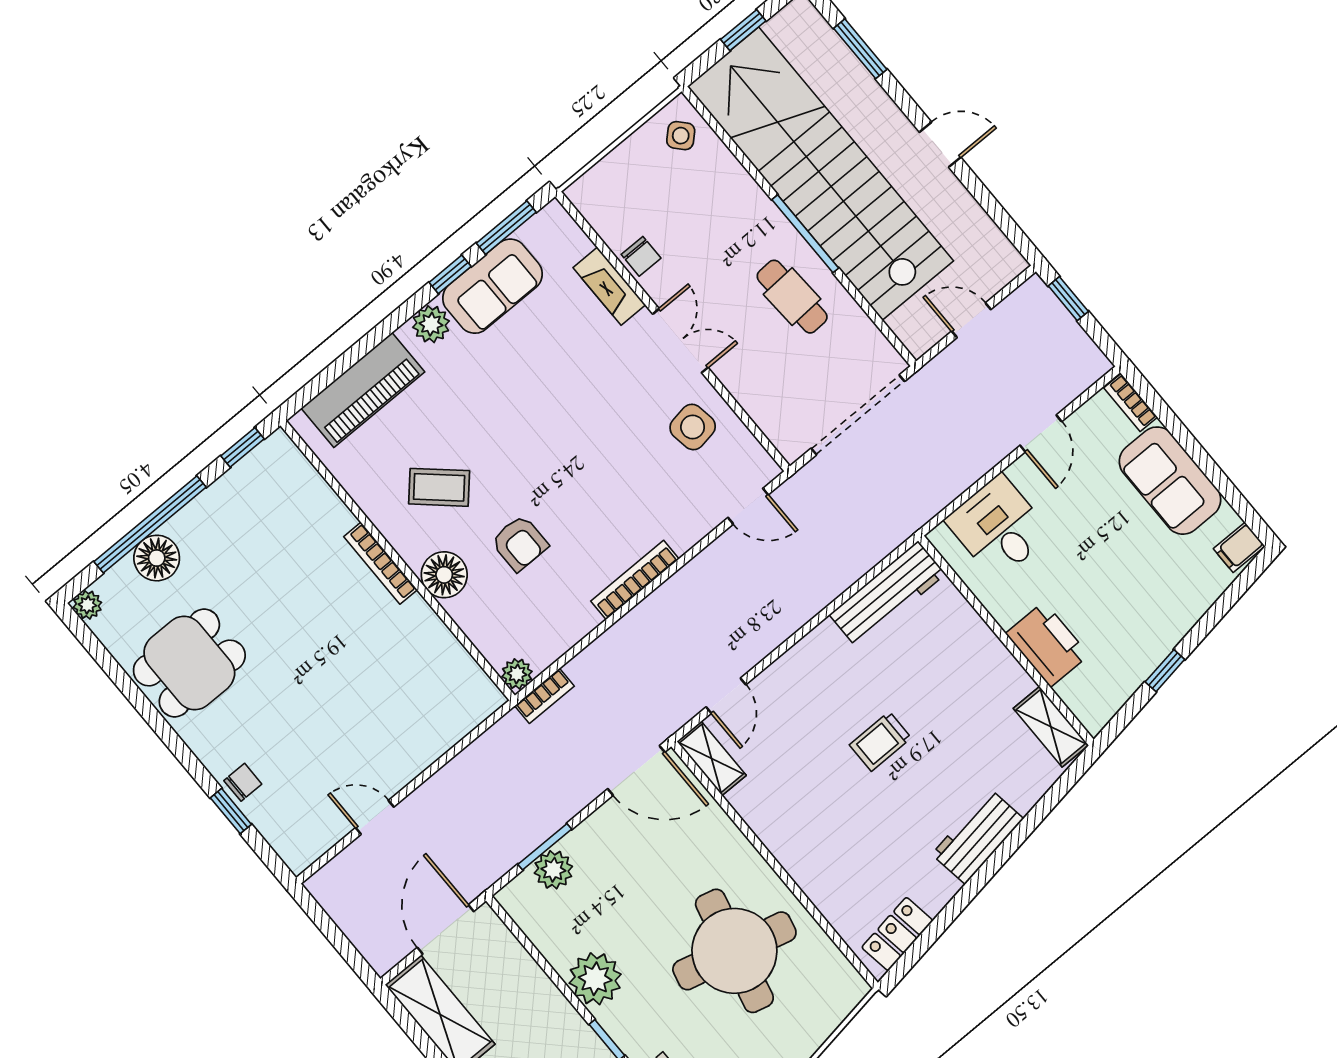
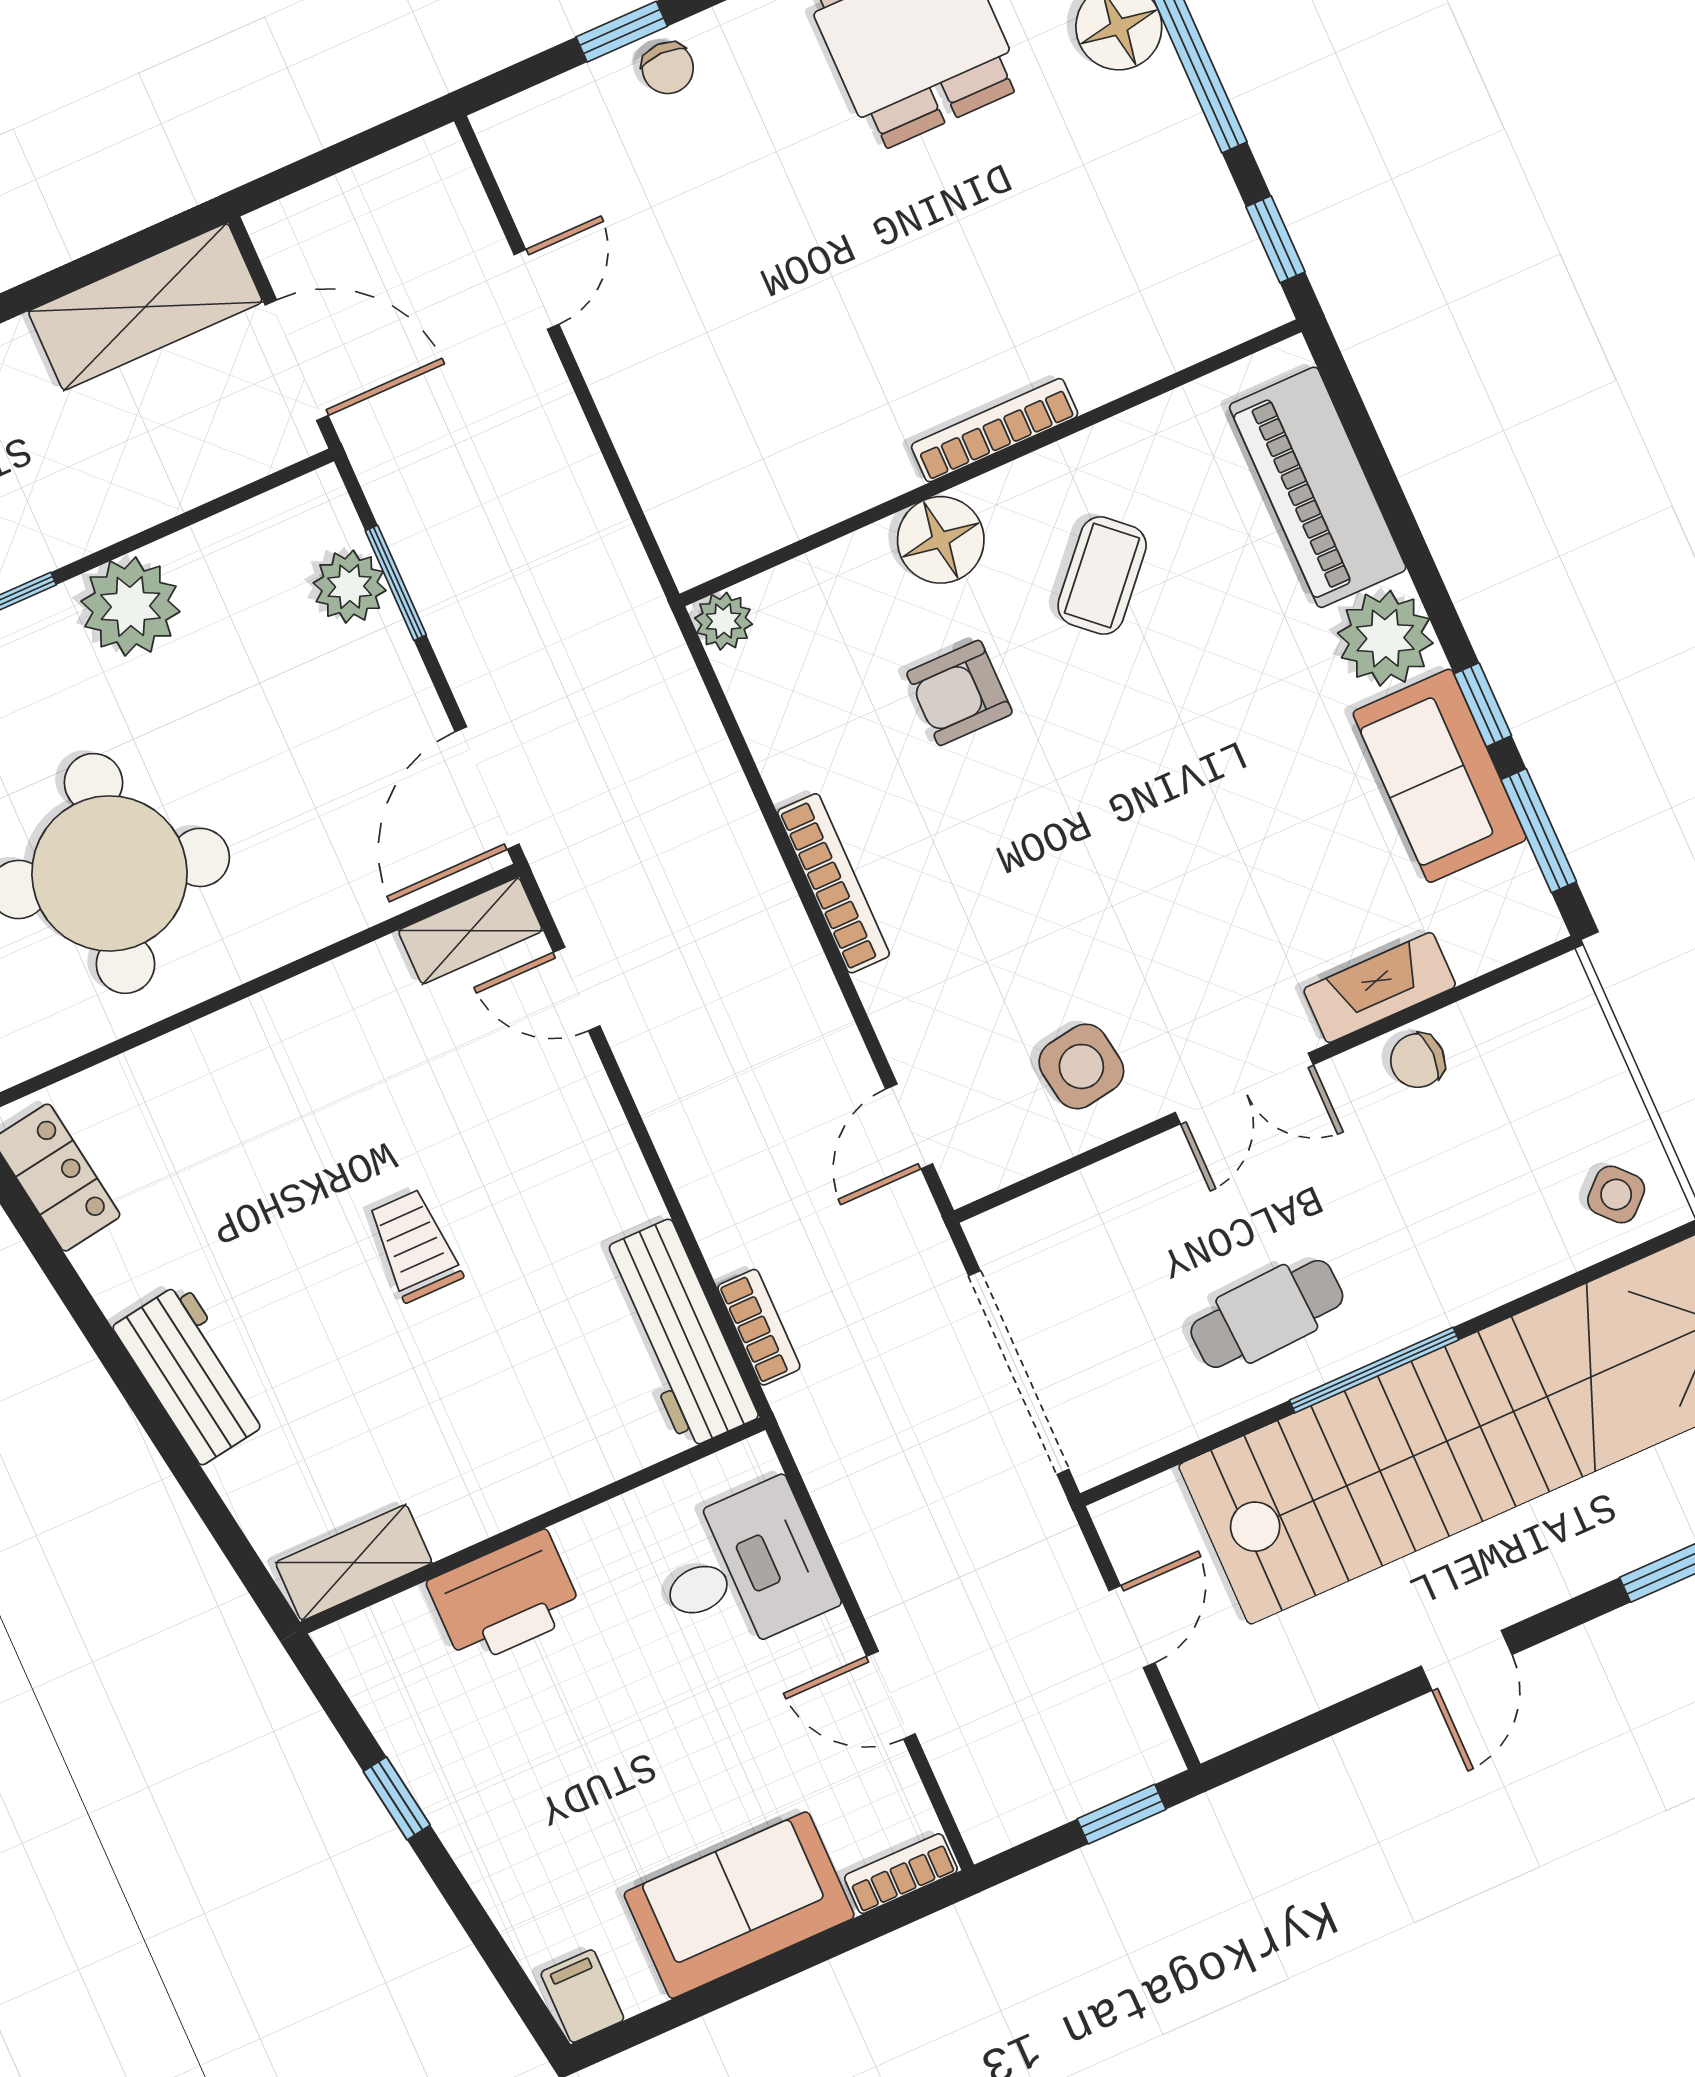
plant: (431, 324) -> (1385, 638), width x1.36, depth x1.36
bookcase: (544, 696) -> (759, 1327), moved, turned 180

